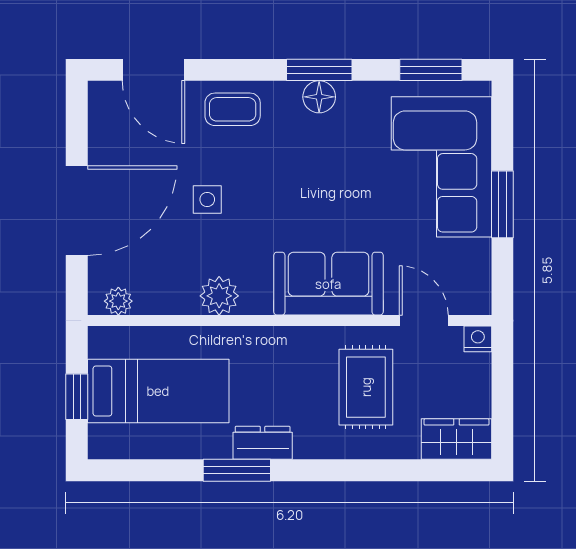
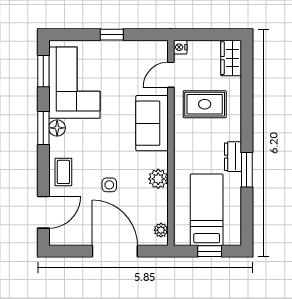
corner sofa: (442, 167) -> (74, 83), moved, turned -90
window: (502, 204) -> (112, 35), width x0.67

